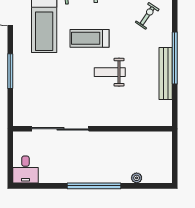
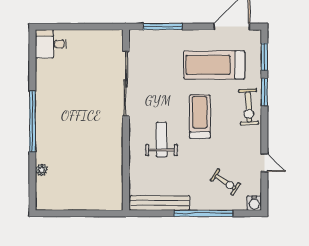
window: (175, 58) -> (203, 213), moved
sliding door: (60, 129) -> (126, 84), moved
wall: (92, 129) -> (126, 120), moved

